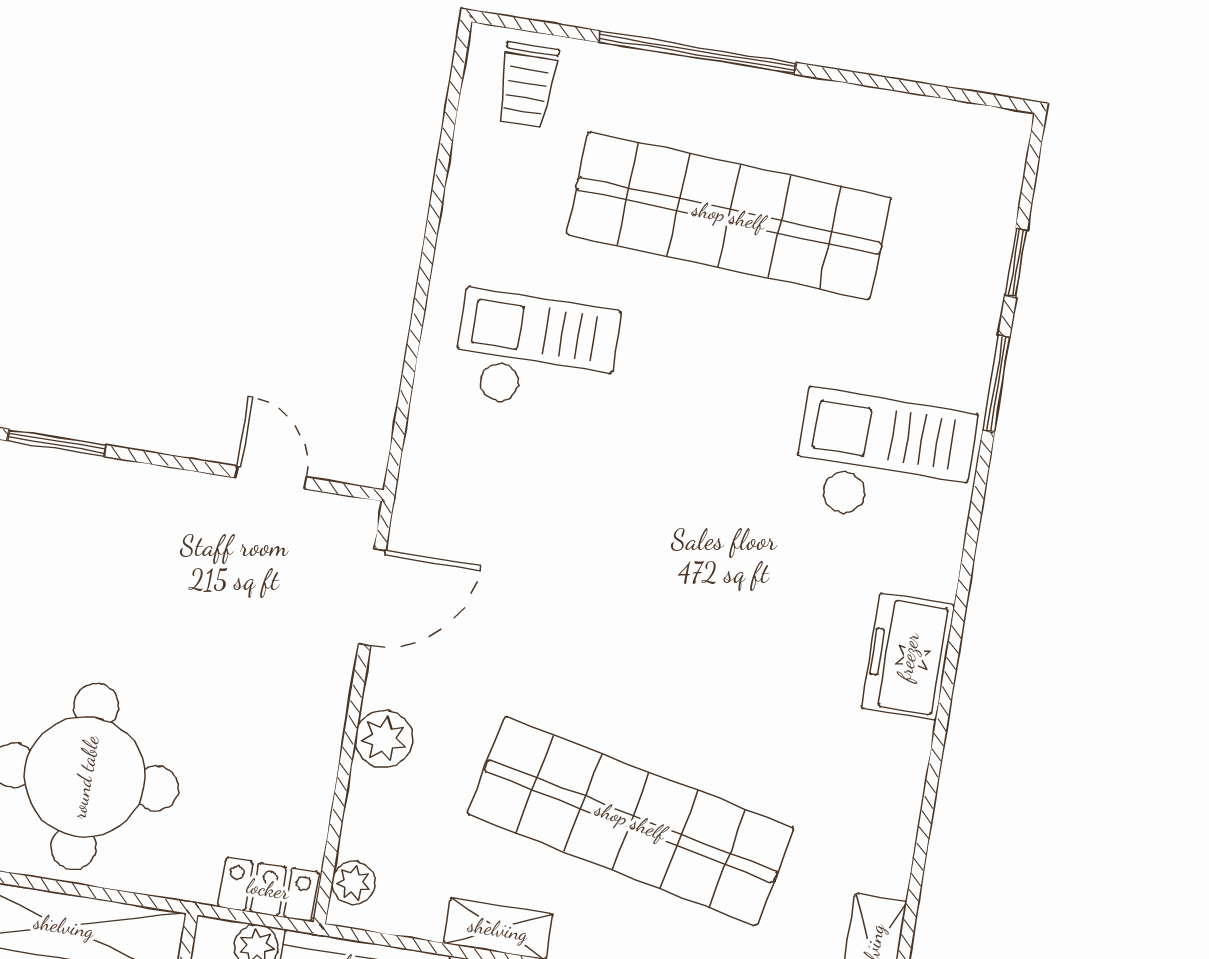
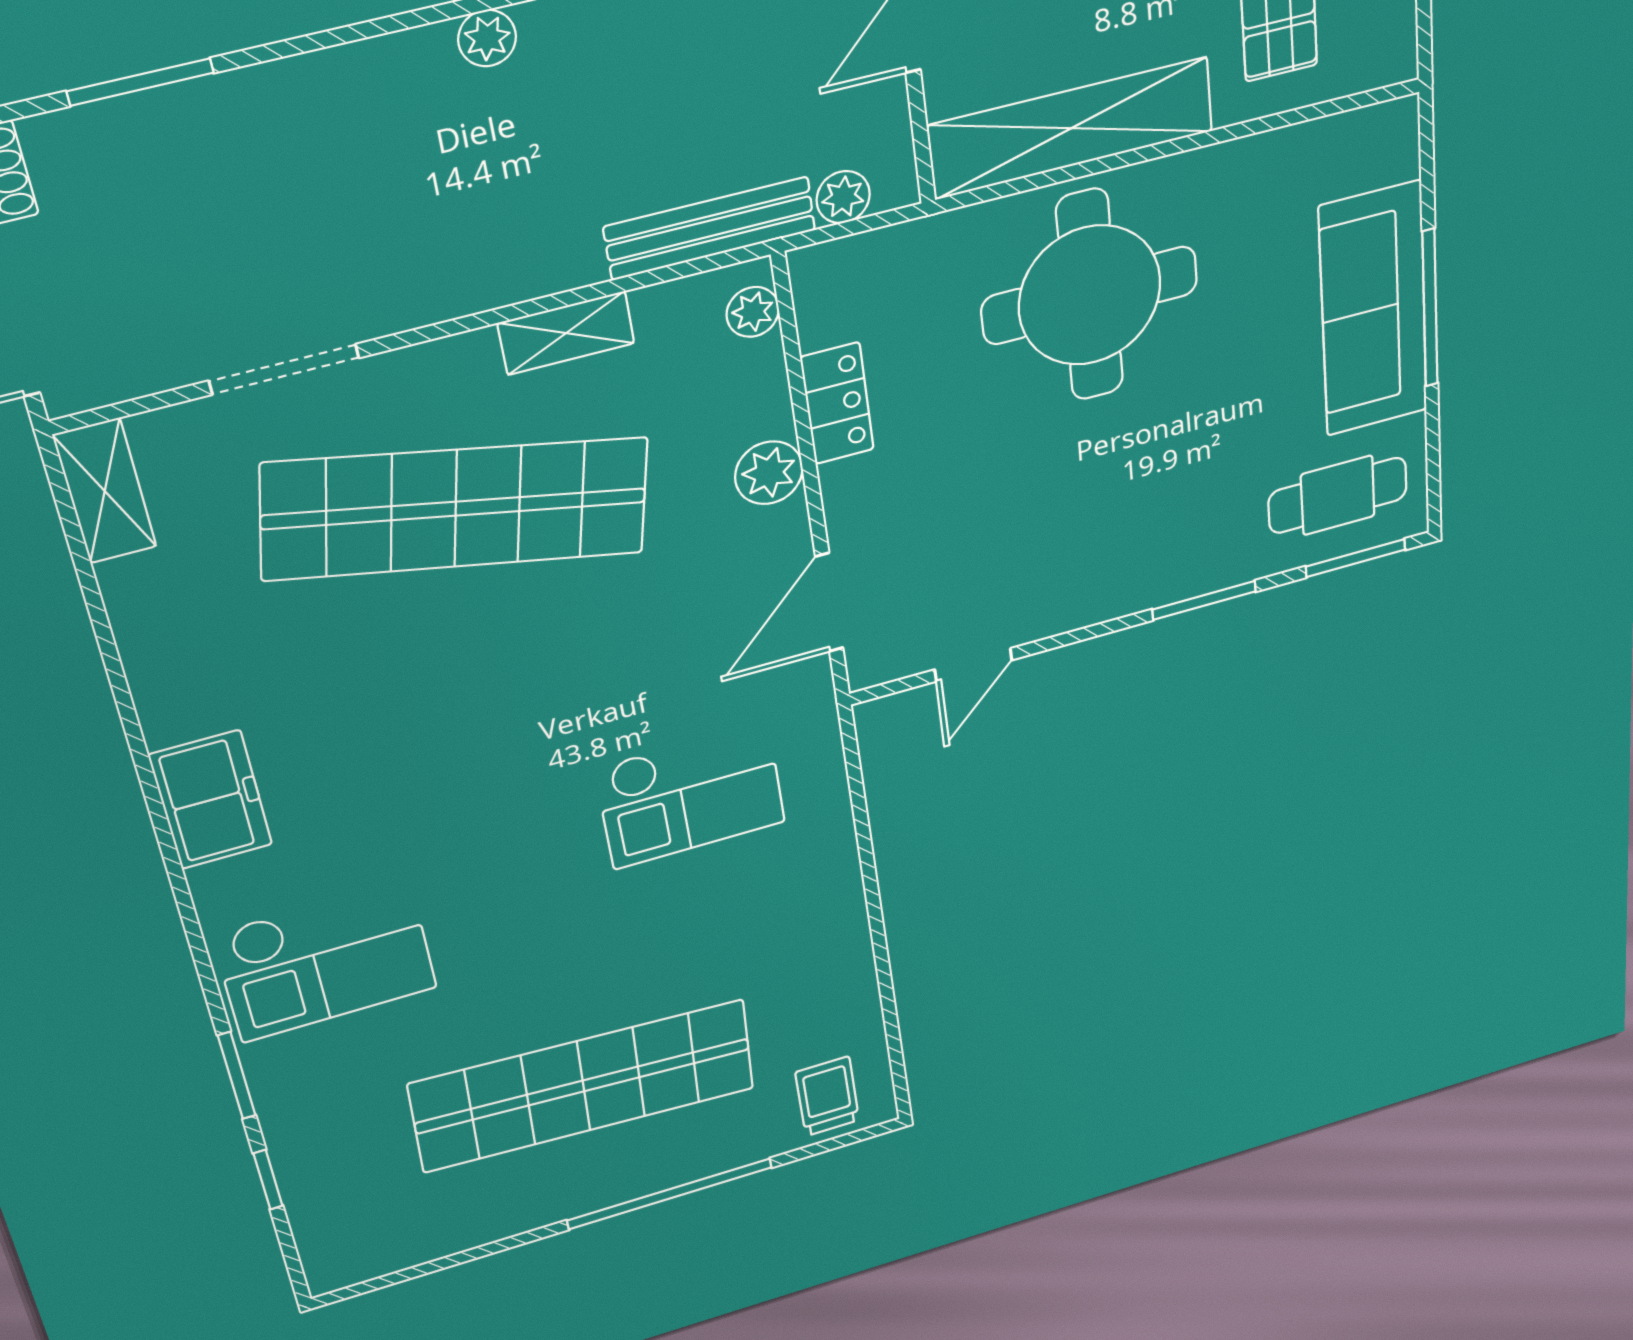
checkout: (536, 353) -> (691, 795), moved
door: (271, 478) -> (973, 665), hinge flipped
locker: (268, 889) -> (837, 403), moved, turned -90

